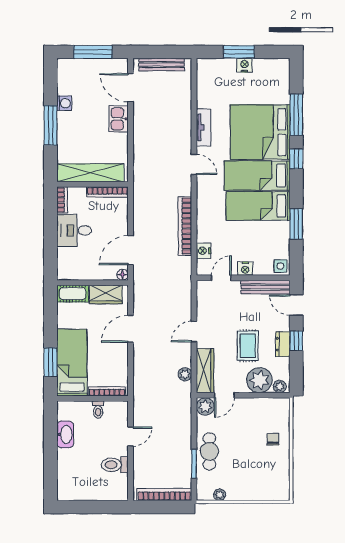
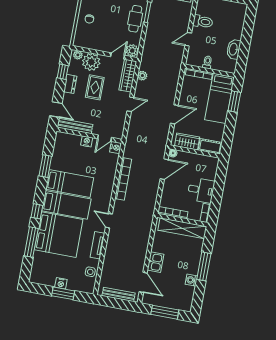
nightstand: (204, 251) -> (116, 147), moved
side table: (280, 266) -> (90, 272), moved
window: (296, 341) -> (63, 72), moved

